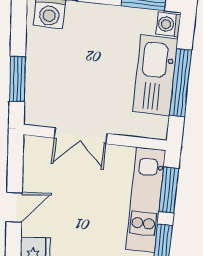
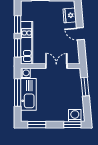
washing machine: (168, 24) -> (25, 73), moved
door: (14, 207) -> (80, 34), hinge flipped

